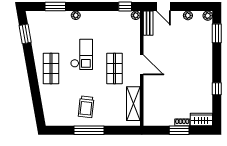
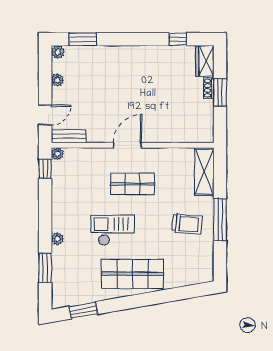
shop shelf: (51, 68) -> (133, 274), width x1.43, depth x1.36
window: (217, 89) -> (178, 39), moved
shelving: (133, 104) -> (204, 172), moved, turned 90

